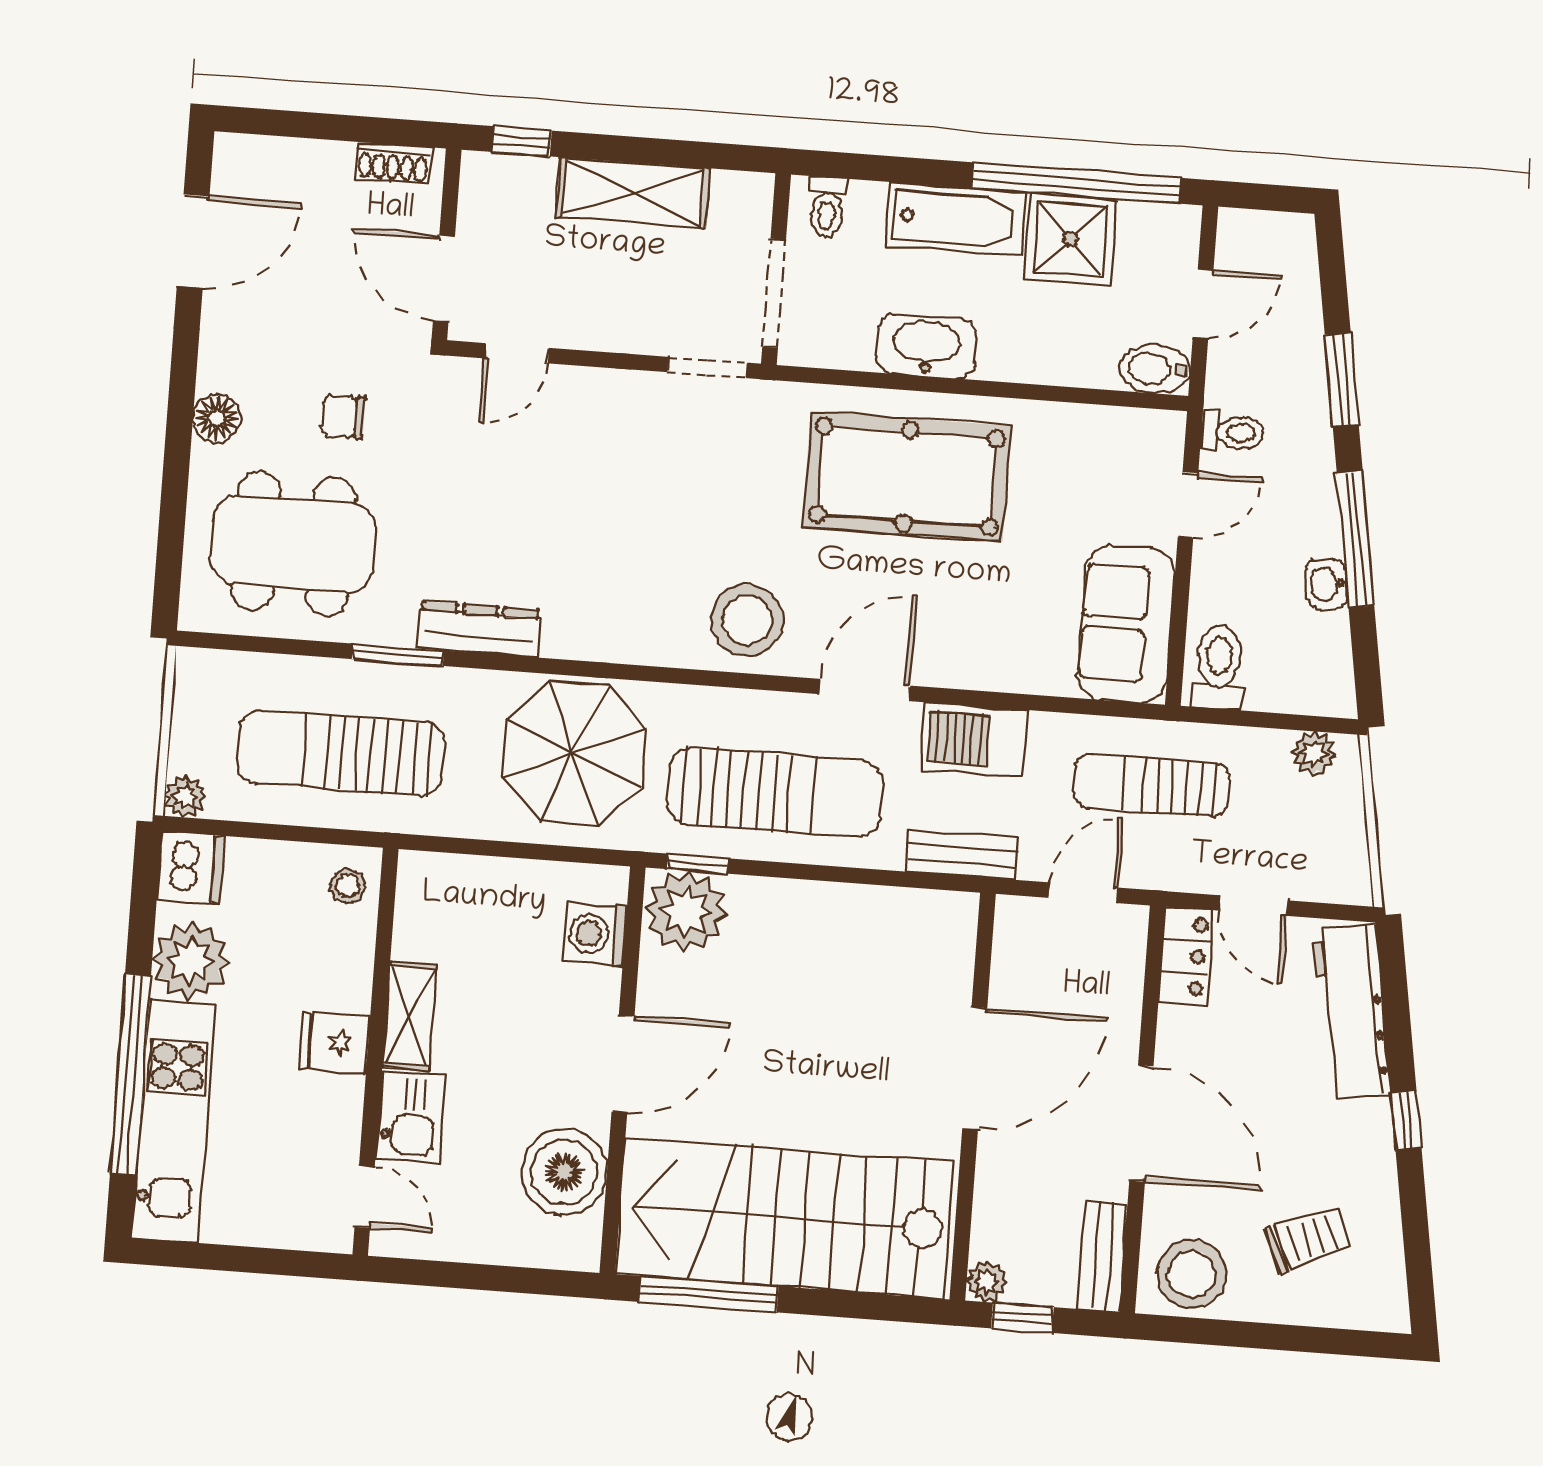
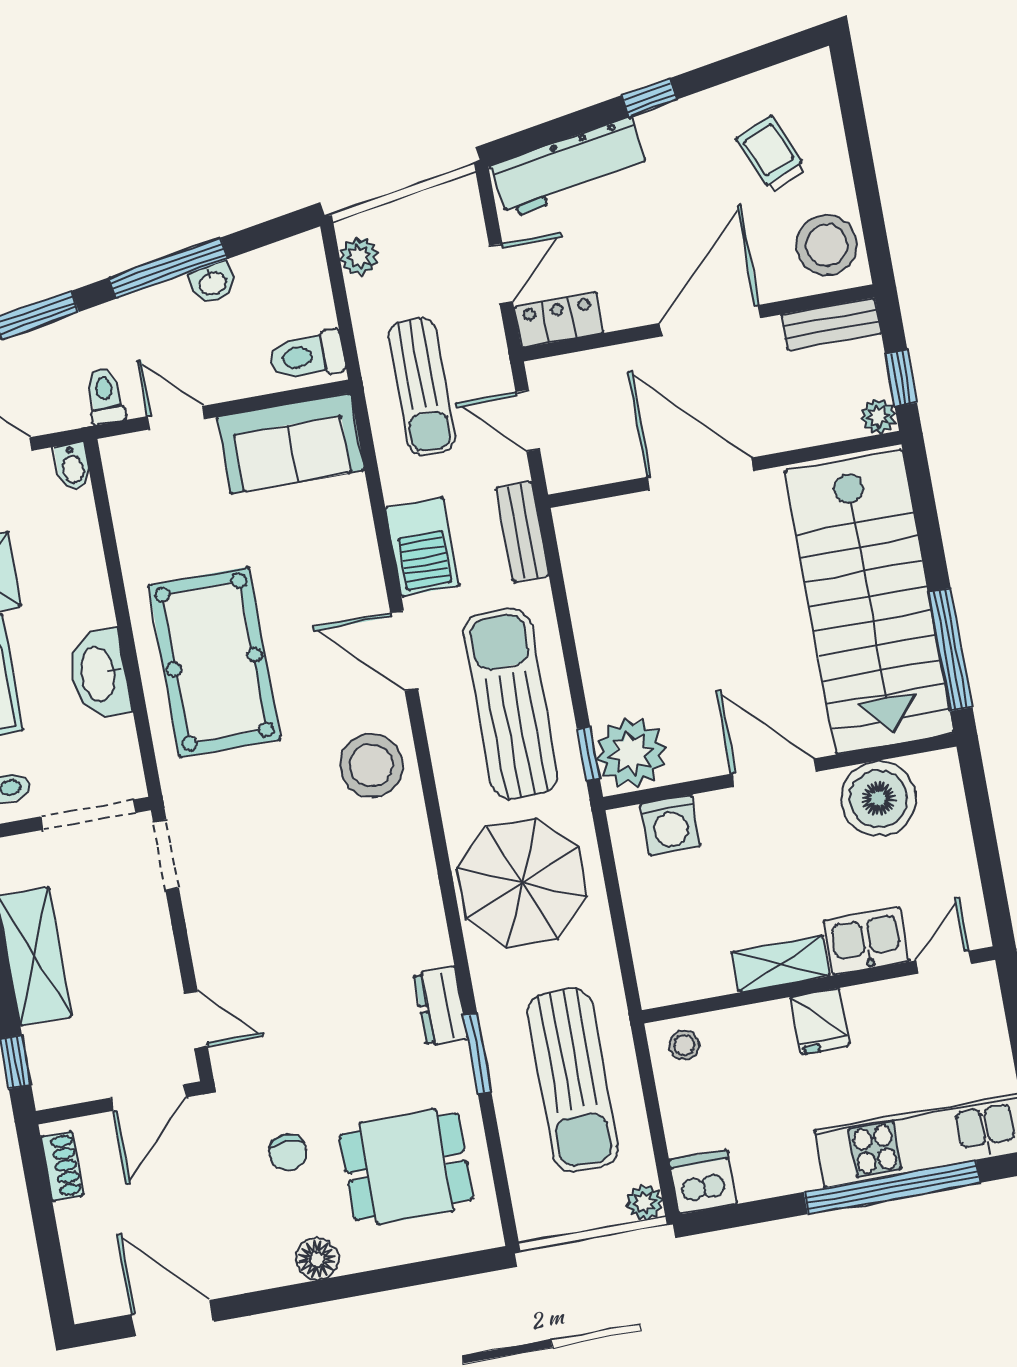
bidet: (1155, 369) -> (73, 466), width x0.72, depth x0.74
dining table: (293, 544) -> (406, 1167), width x0.73
dresser: (479, 629) -> (441, 1006), width x0.70
plant: (190, 961) -> (782, 1162), removed

